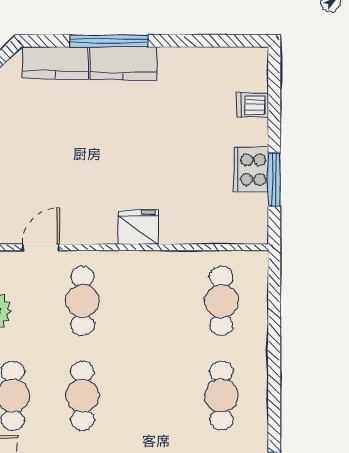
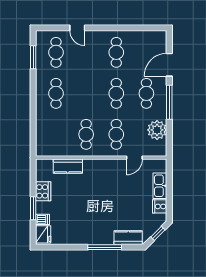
kitchen counter: (123, 63) -> (68, 166), moved, turned 180
window: (274, 180) -> (33, 208), moved
fridge: (138, 227) -> (43, 234), moved, turned -90
cafe table: (221, 301) -> (86, 134), moved

